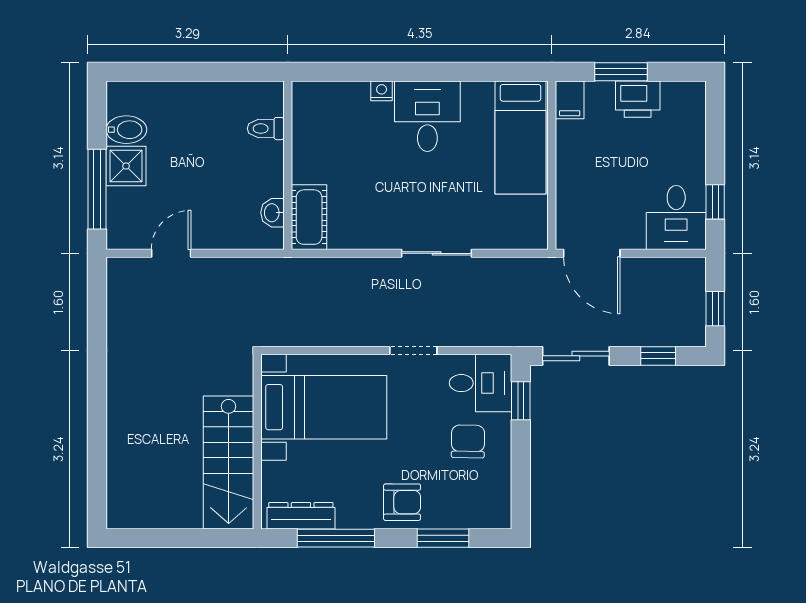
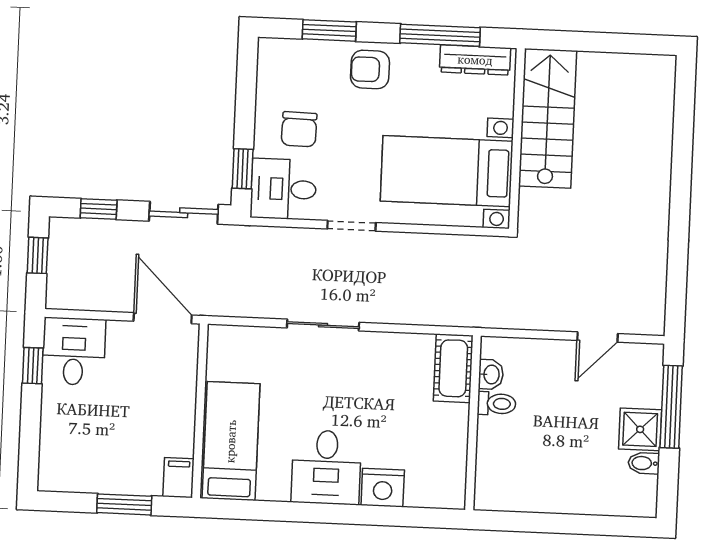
nightstand: (382, 91) -> (383, 488), width x1.89, depth x1.79
printer: (638, 99) -> (108, 475), removed
toilet: (266, 129) -> (497, 404), moved
bidet: (126, 130) -> (644, 463), width x0.72, depth x0.74

